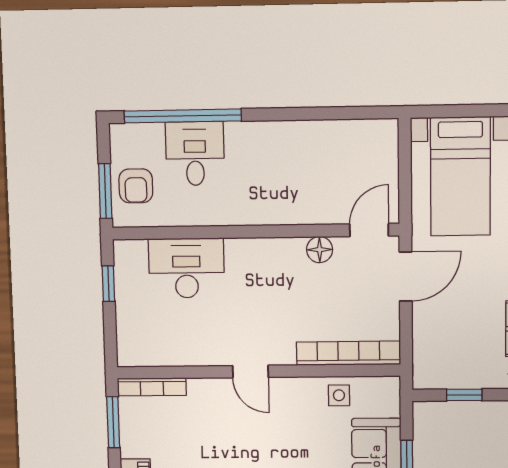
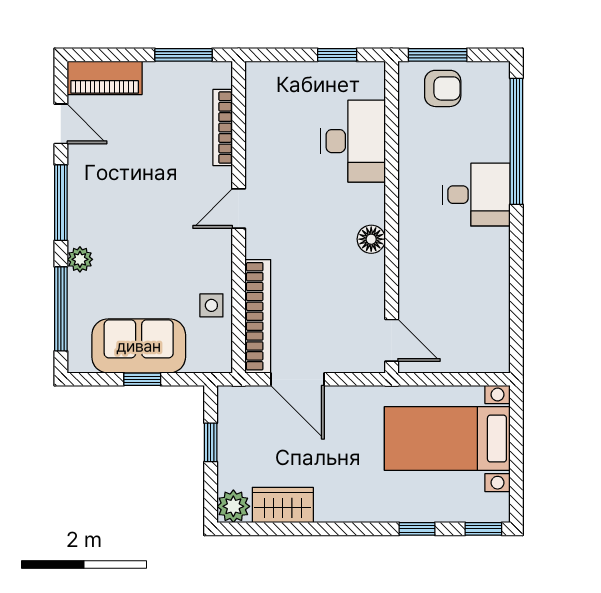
desk: (195, 154) -> (476, 195), moved
armchair: (136, 186) -> (443, 88), turned 180
floor lamp: (320, 250) -> (371, 239), moved
door: (406, 277) -> (298, 379), moved
bookcase: (152, 387) -> (223, 128), moved

